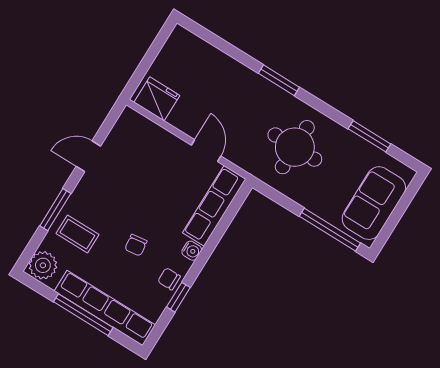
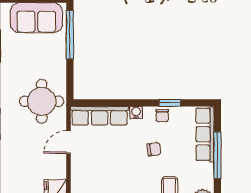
round table: (295, 147) -> (42, 101), moved
row of seats: (105, 308) -> (205, 134), width x0.73

